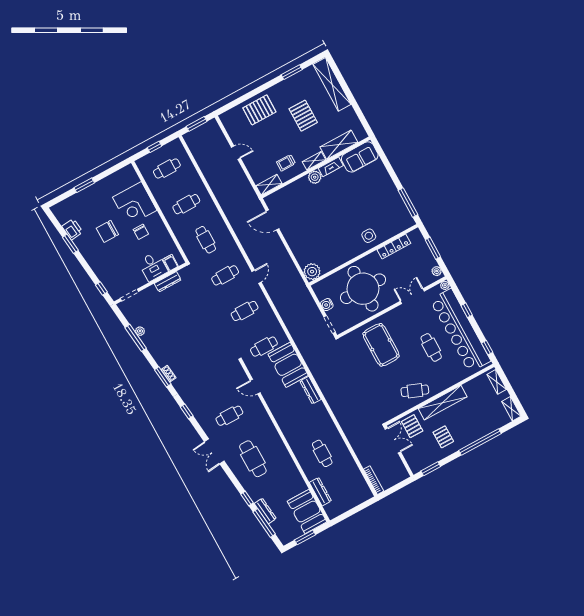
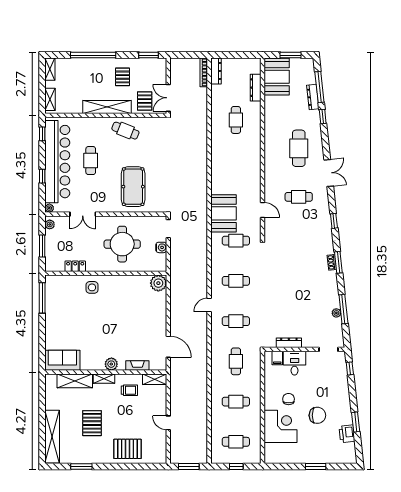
fireplace: (331, 167) -> (137, 365), moved
locker: (394, 246) -> (75, 266), width x0.66
round table: (363, 289) -> (122, 244), width x0.73, depth x0.73
dresser: (311, 390) -> (216, 71), moved

